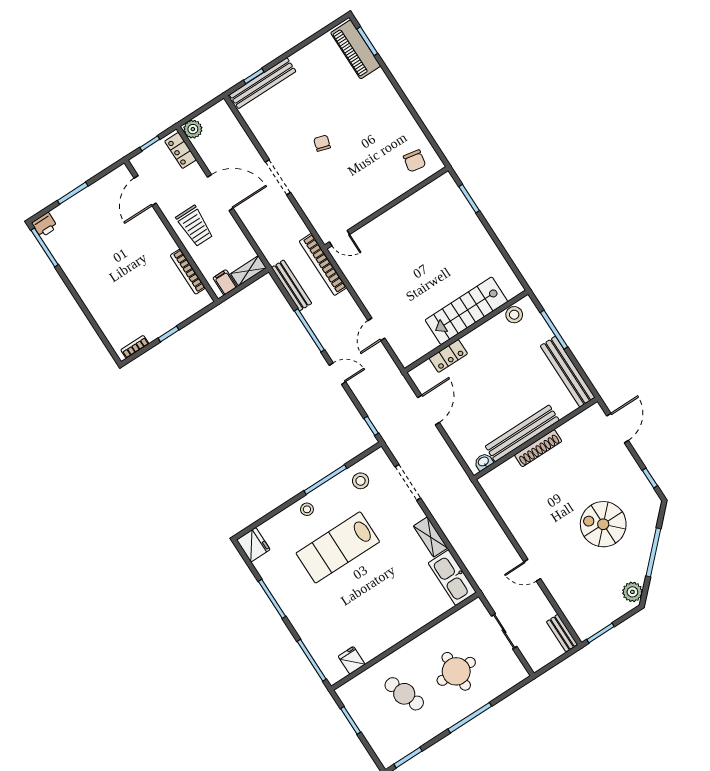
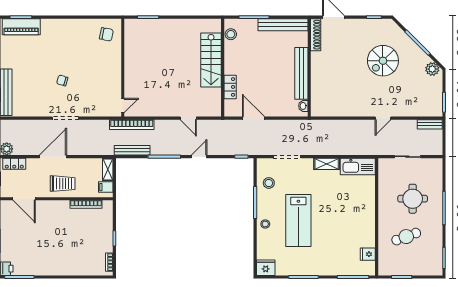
shoe rack: (538, 448) -> (316, 35), moved

